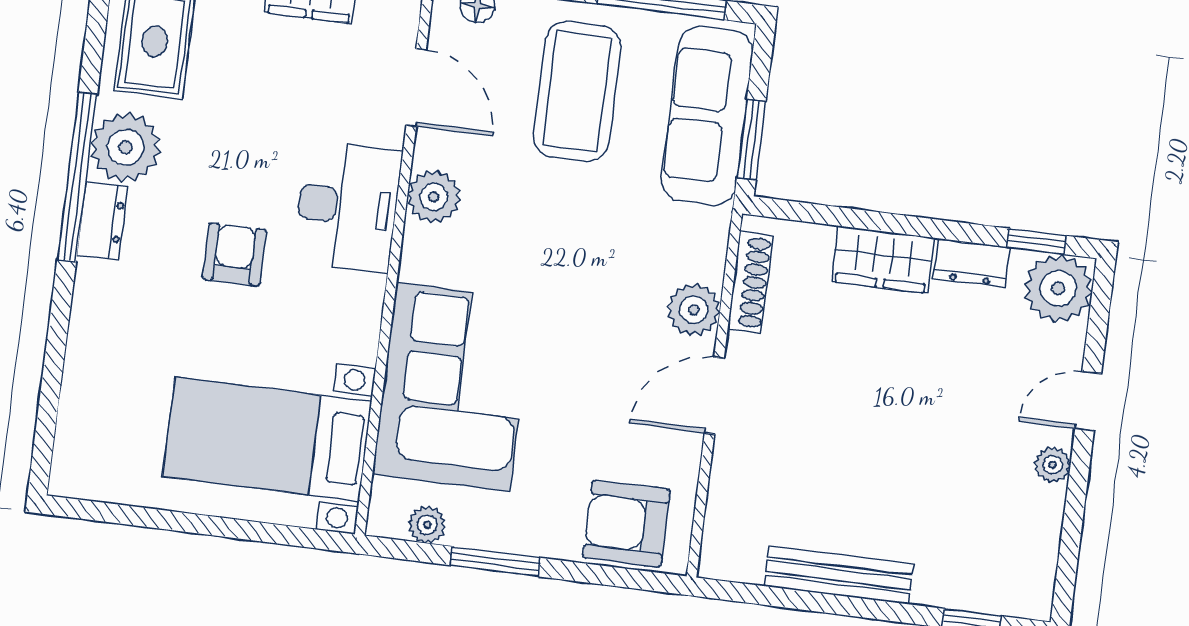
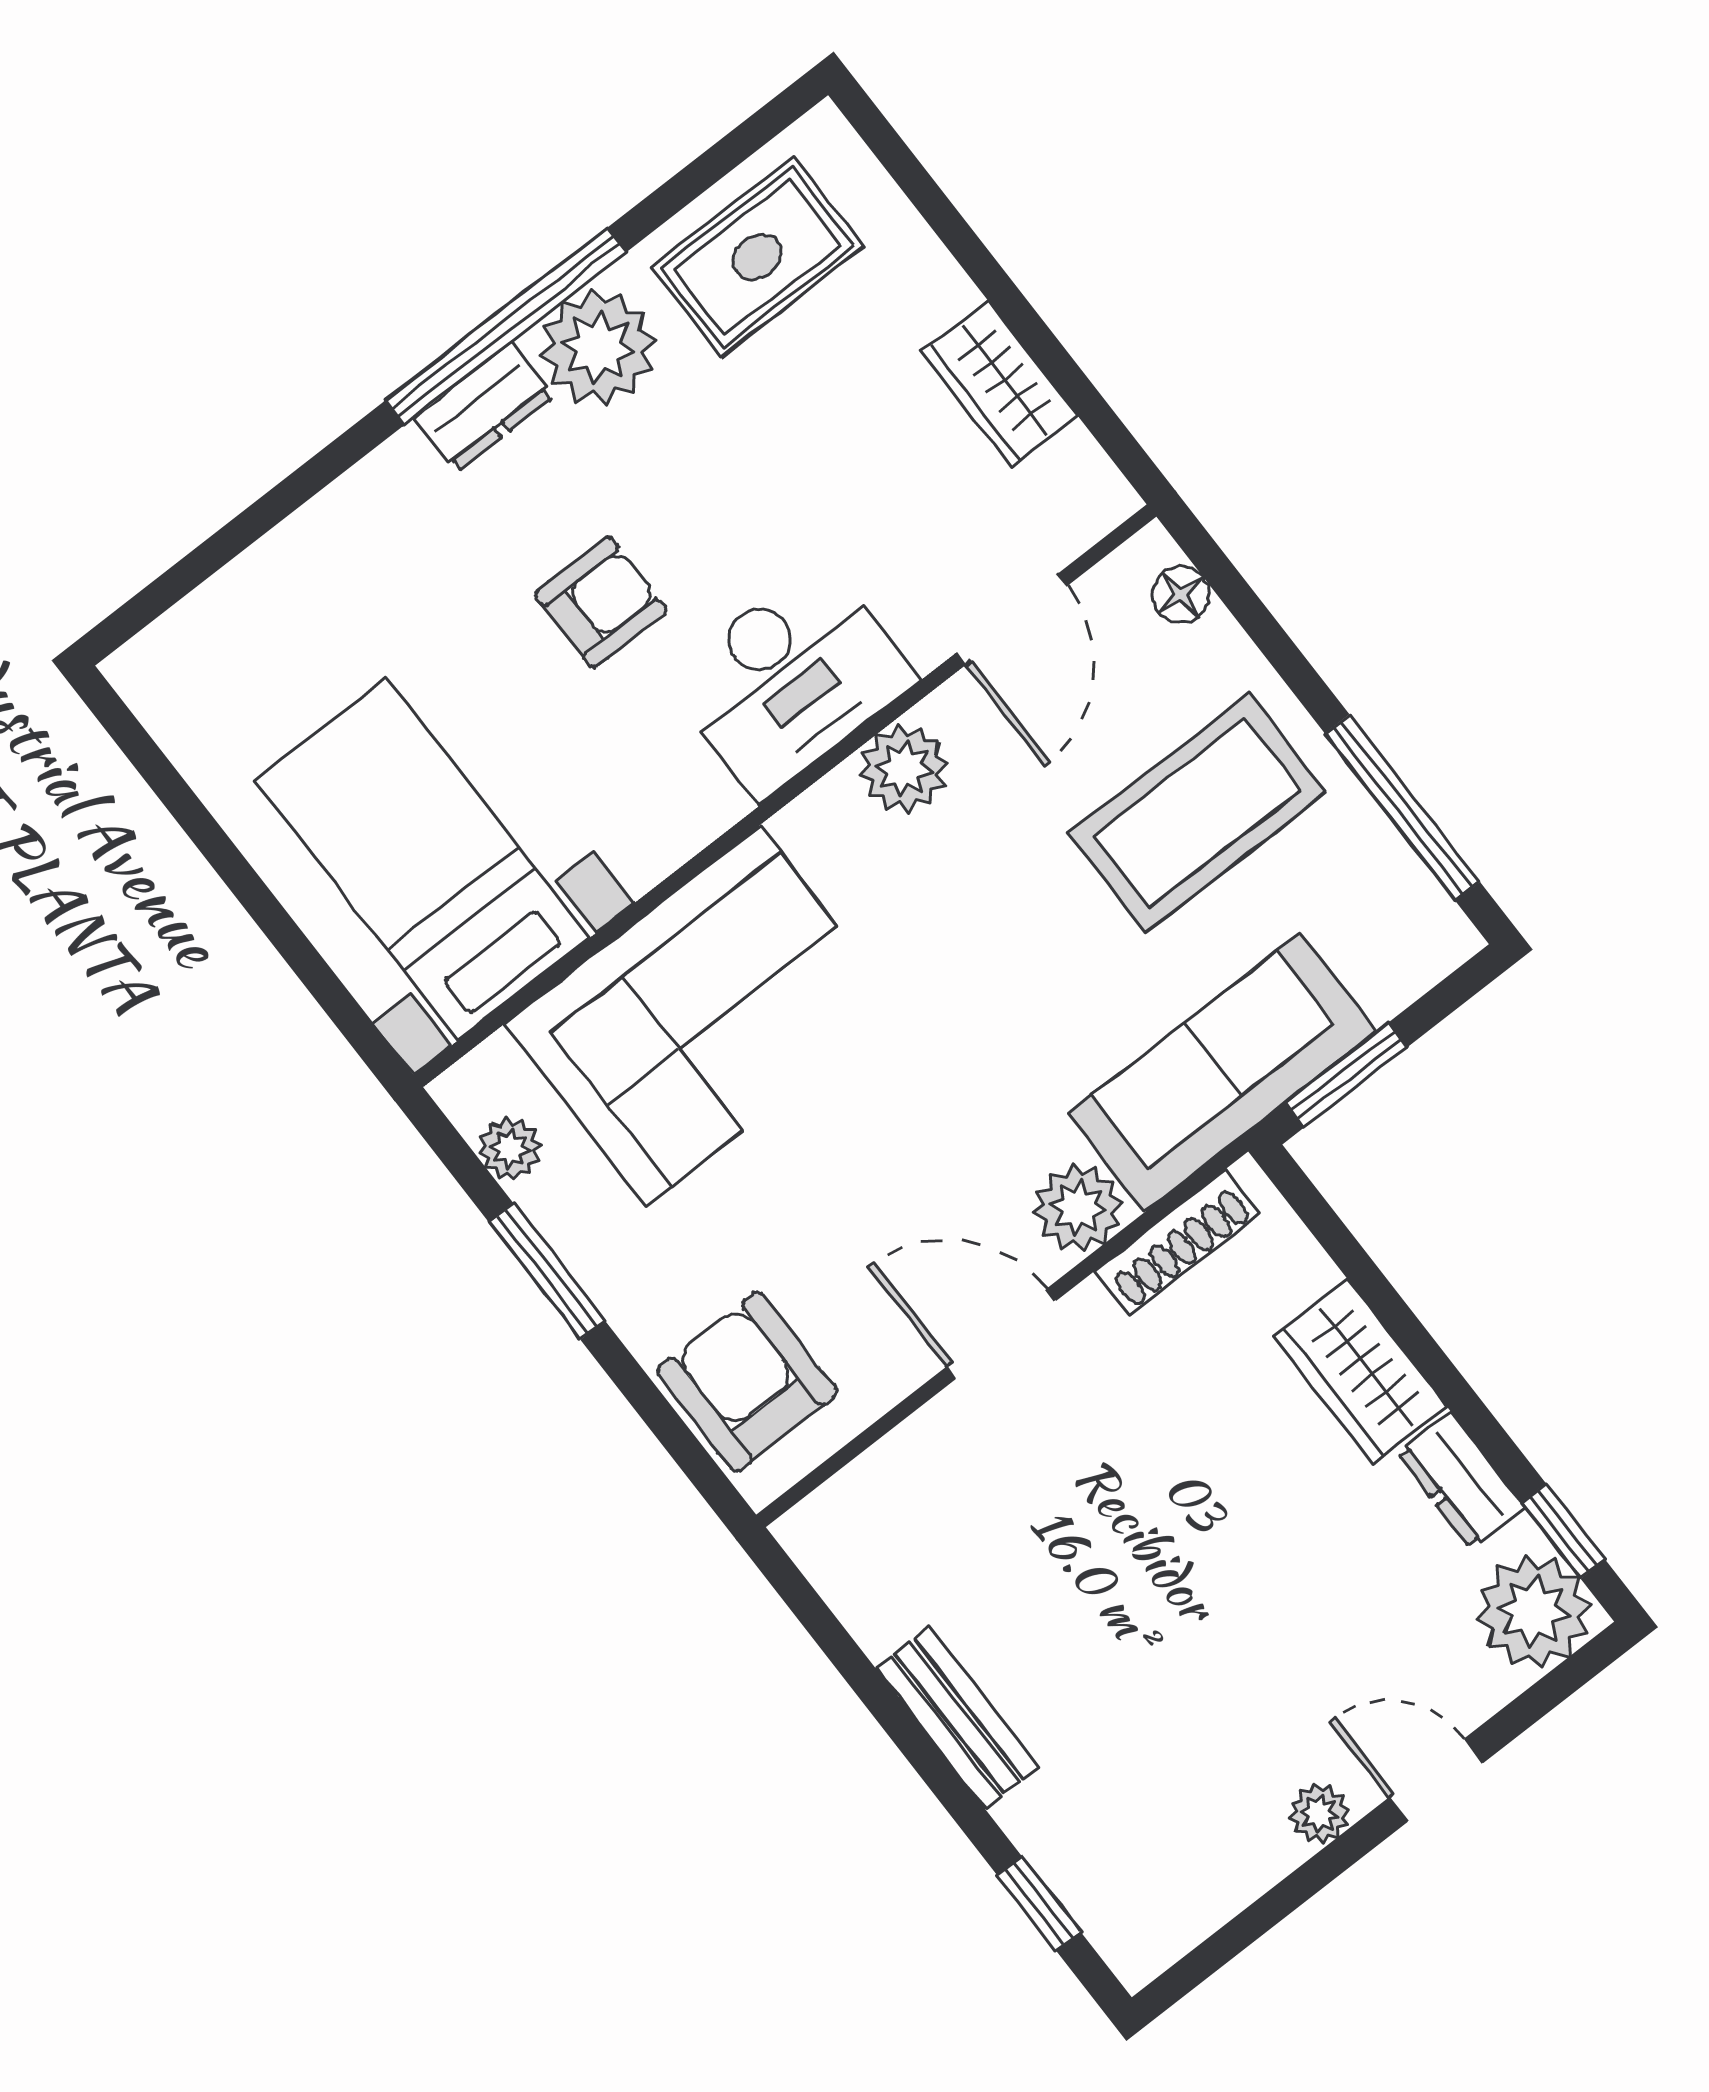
sofa: (707, 116) -> (1223, 1072), moved
bench: (839, 575) -> (957, 1718), width x0.73

